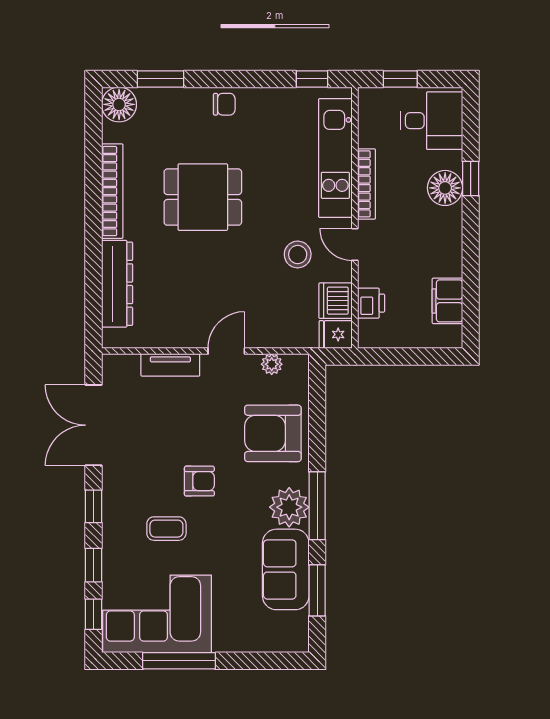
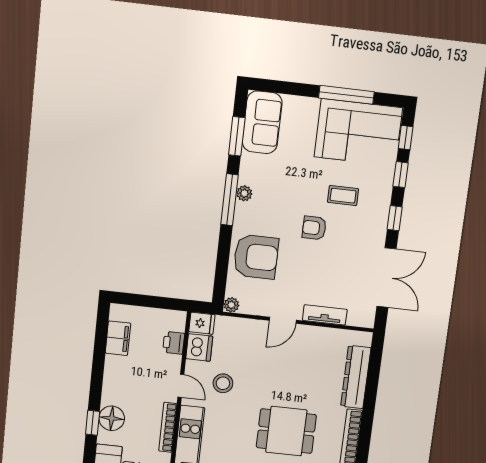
plant: (272, 364) -> (231, 305), moved
plant: (289, 507) -> (244, 193), width x0.53, depth x0.53
sofa: (286, 569) -> (262, 122), moved

